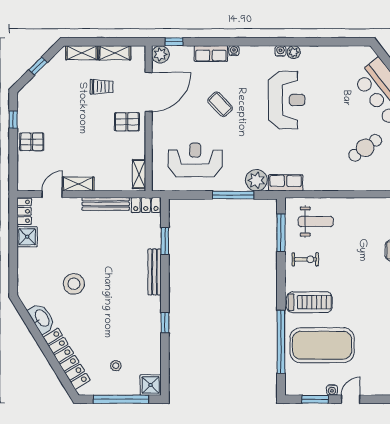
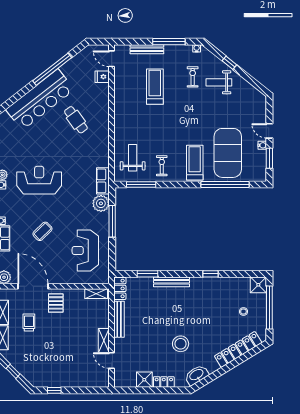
pallet: (32, 142) -> (71, 376), removed
locker: (24, 211) -> (164, 382), moved
washbasin: (42, 318) -> (197, 375), moved

